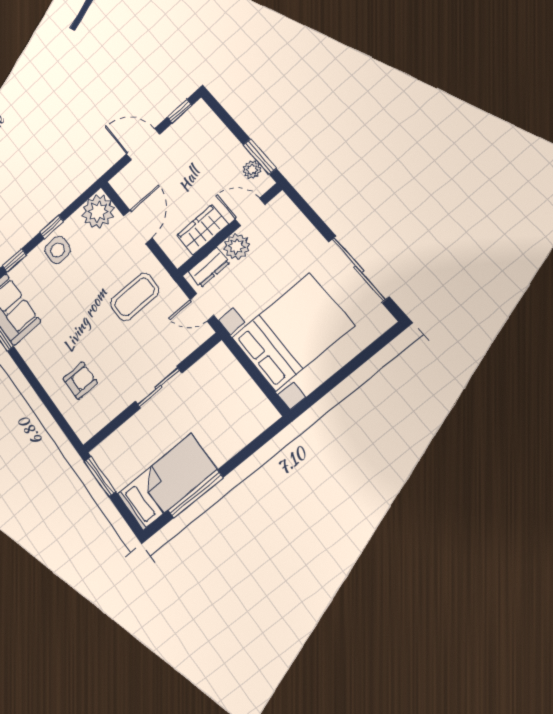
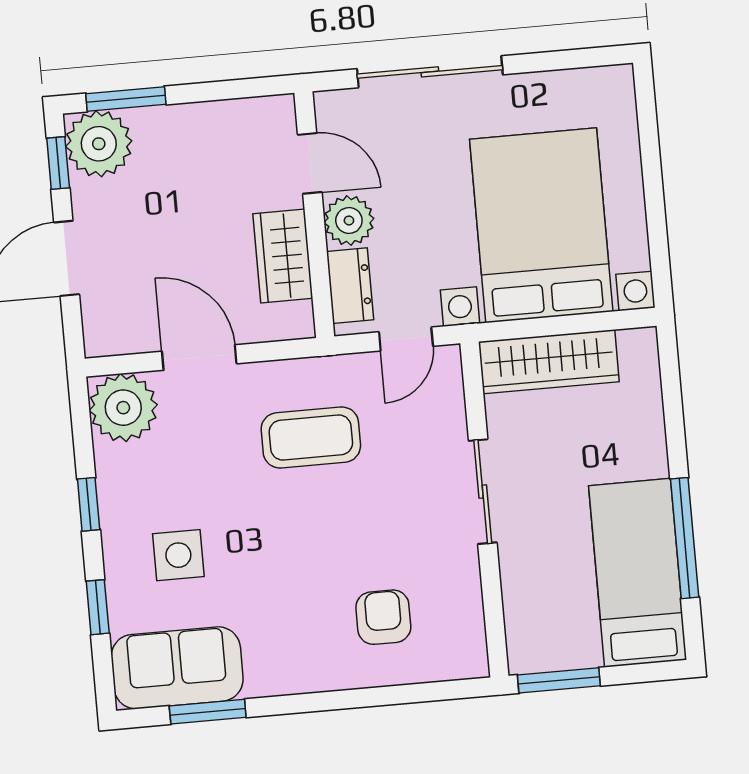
window: (260, 157) -> (126, 99), moved
plant: (252, 170) -> (99, 144), moved, width x1.88, depth x1.88
door: (250, 212) -> (310, 163), swing flipped
side table: (58, 250) -> (178, 555), moved
sliding door: (359, 269) -> (430, 72), moved
coffee table: (134, 297) -> (311, 437), turned 90
wardrobe: (234, 378) -> (549, 362), added

